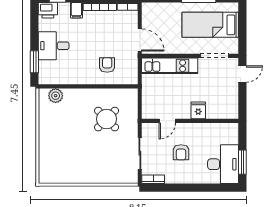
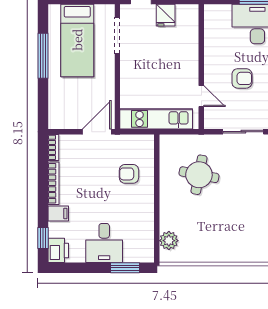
kitchen unit: (170, 66) -> (156, 119), moved, turned -90
fridge: (198, 110) -> (166, 15), moved, turned -90
round table: (107, 119) -> (199, 175), turned -34

